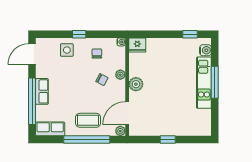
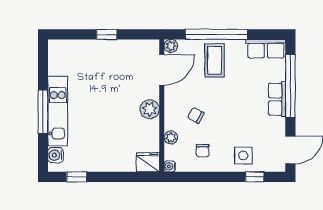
window: (79, 34) -> (255, 177), moved
plant: (120, 75) -> (171, 137), moved
coffee table: (88, 120) -> (215, 60), turned 90

